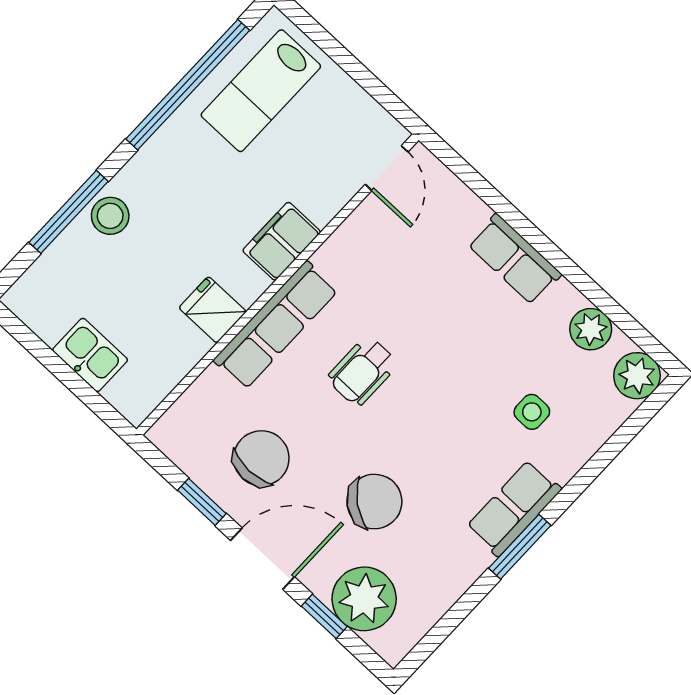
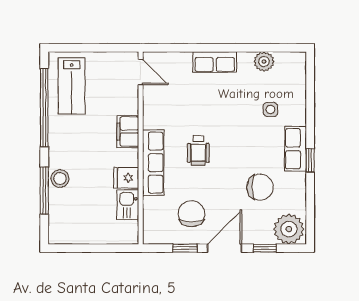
kitchen sink: (90, 355) -> (128, 205), moved, turned -90
plant: (637, 376) -> (295, 63), removed
chair: (374, 502) -> (260, 187), moved, turned 52
window: (520, 547) -> (310, 160), width x0.67
plant: (364, 599) -> (289, 229), moved

